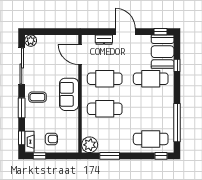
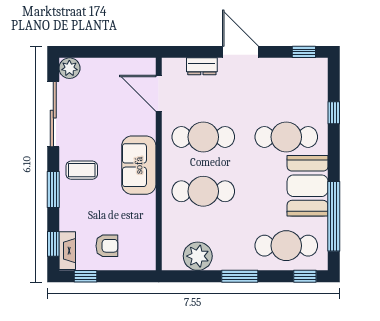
booth: (163, 52) -> (308, 186), moved
plant: (90, 145) -> (198, 256), moved
window: (110, 156) -> (240, 276), moved

